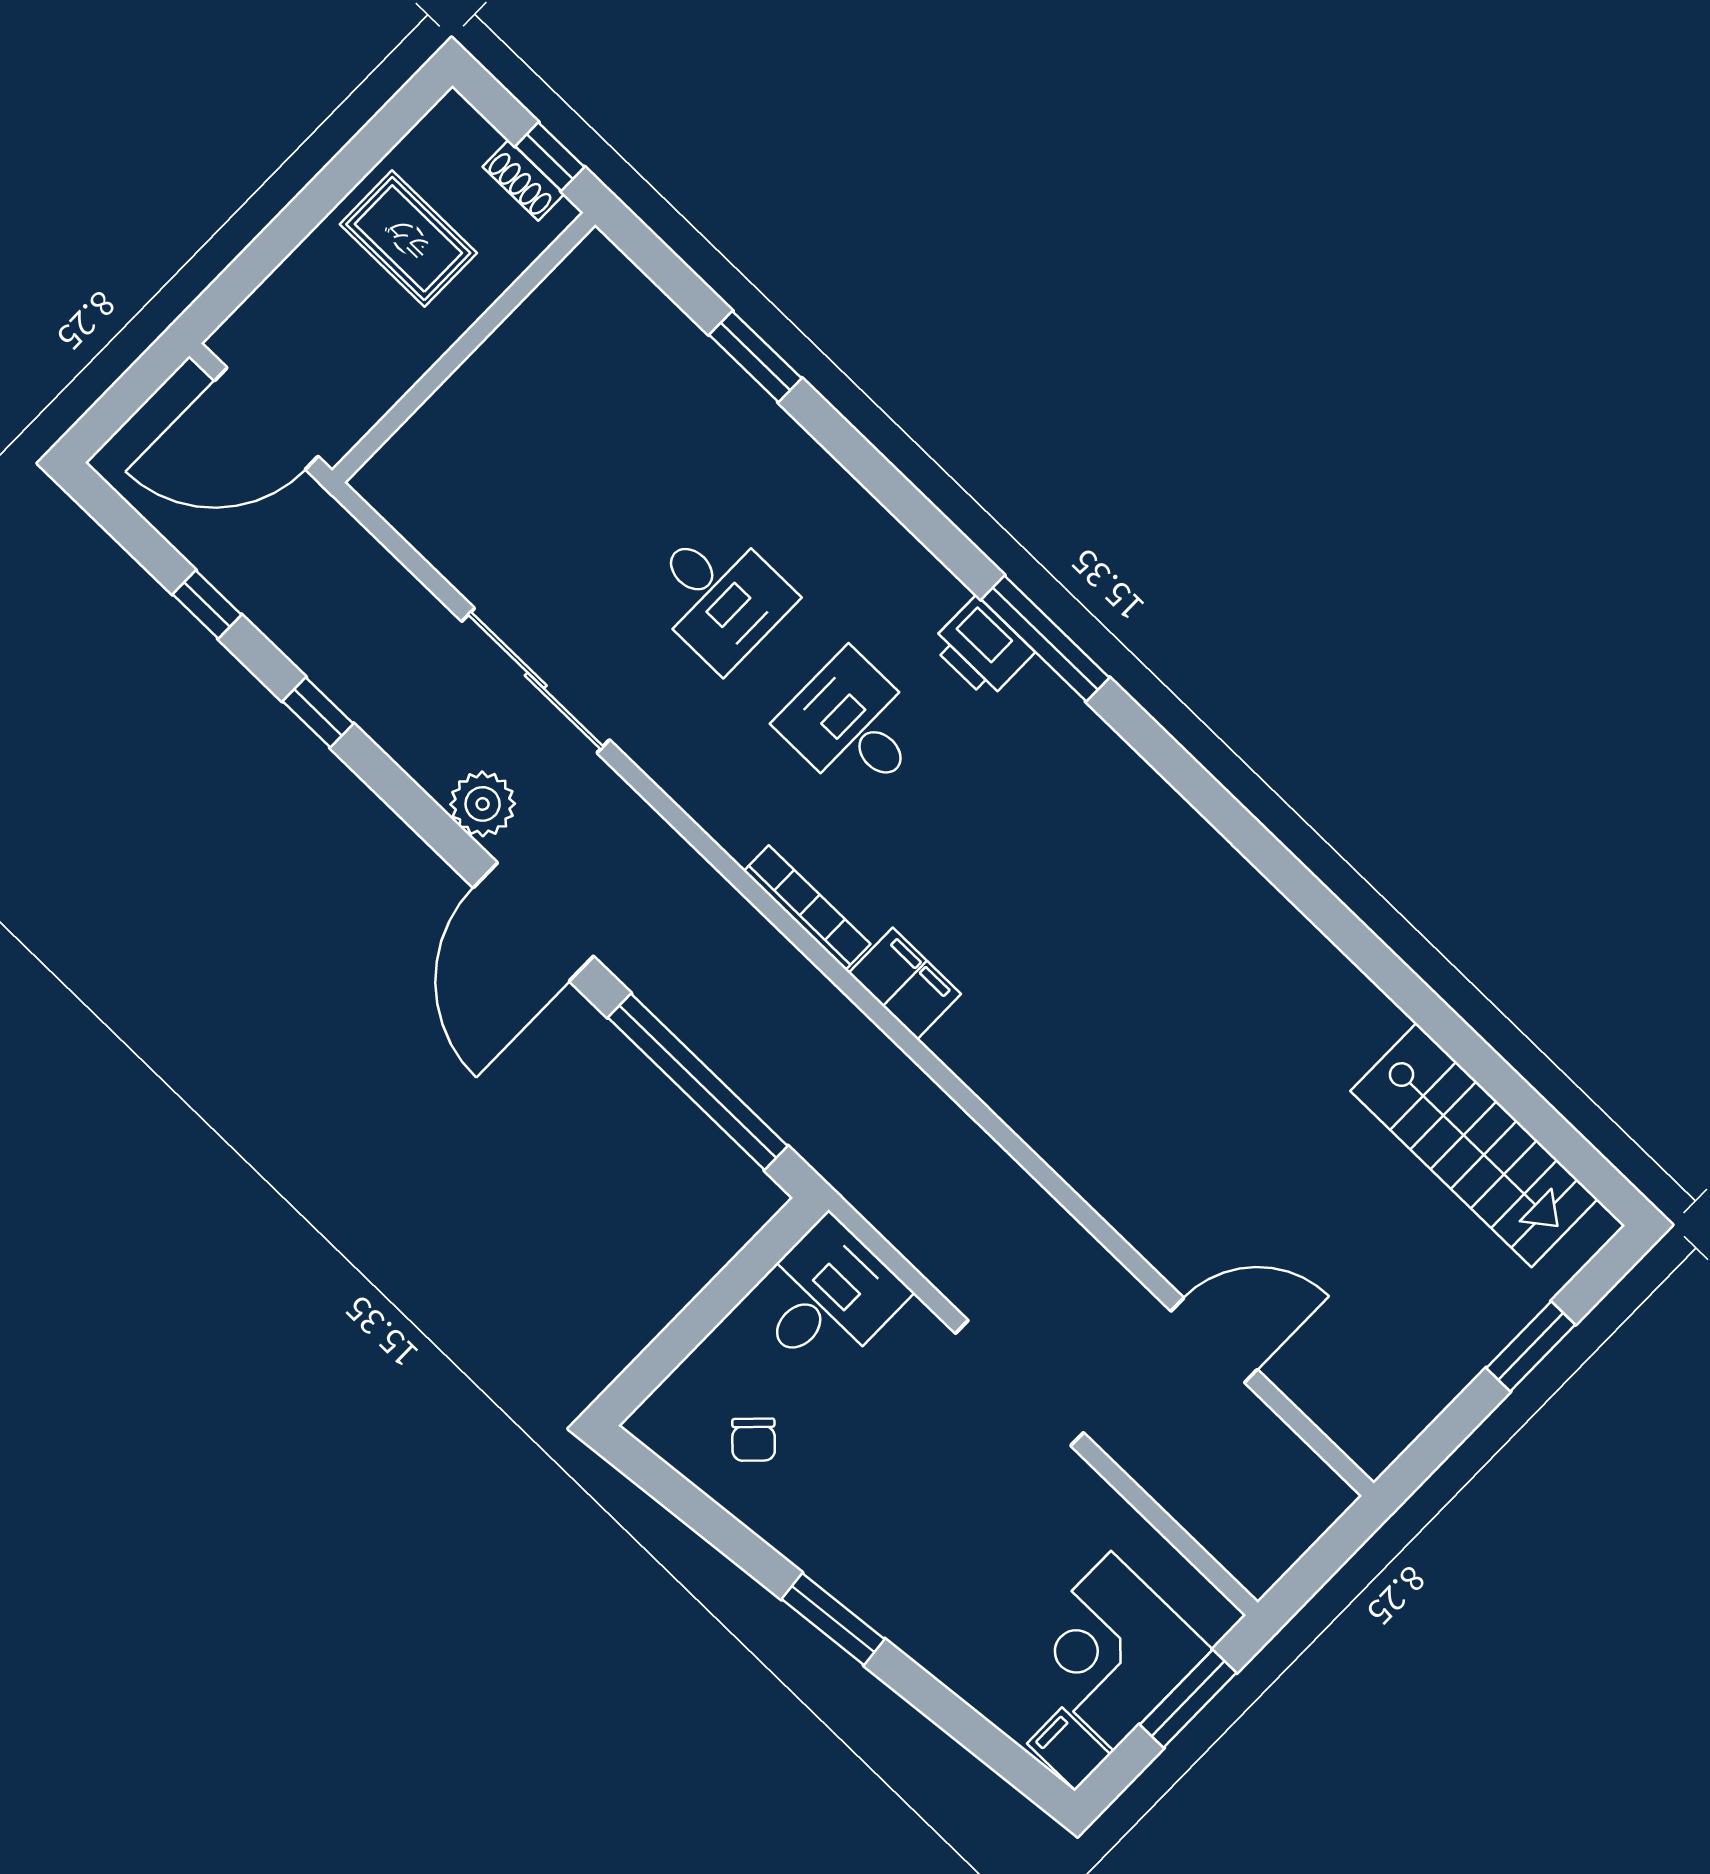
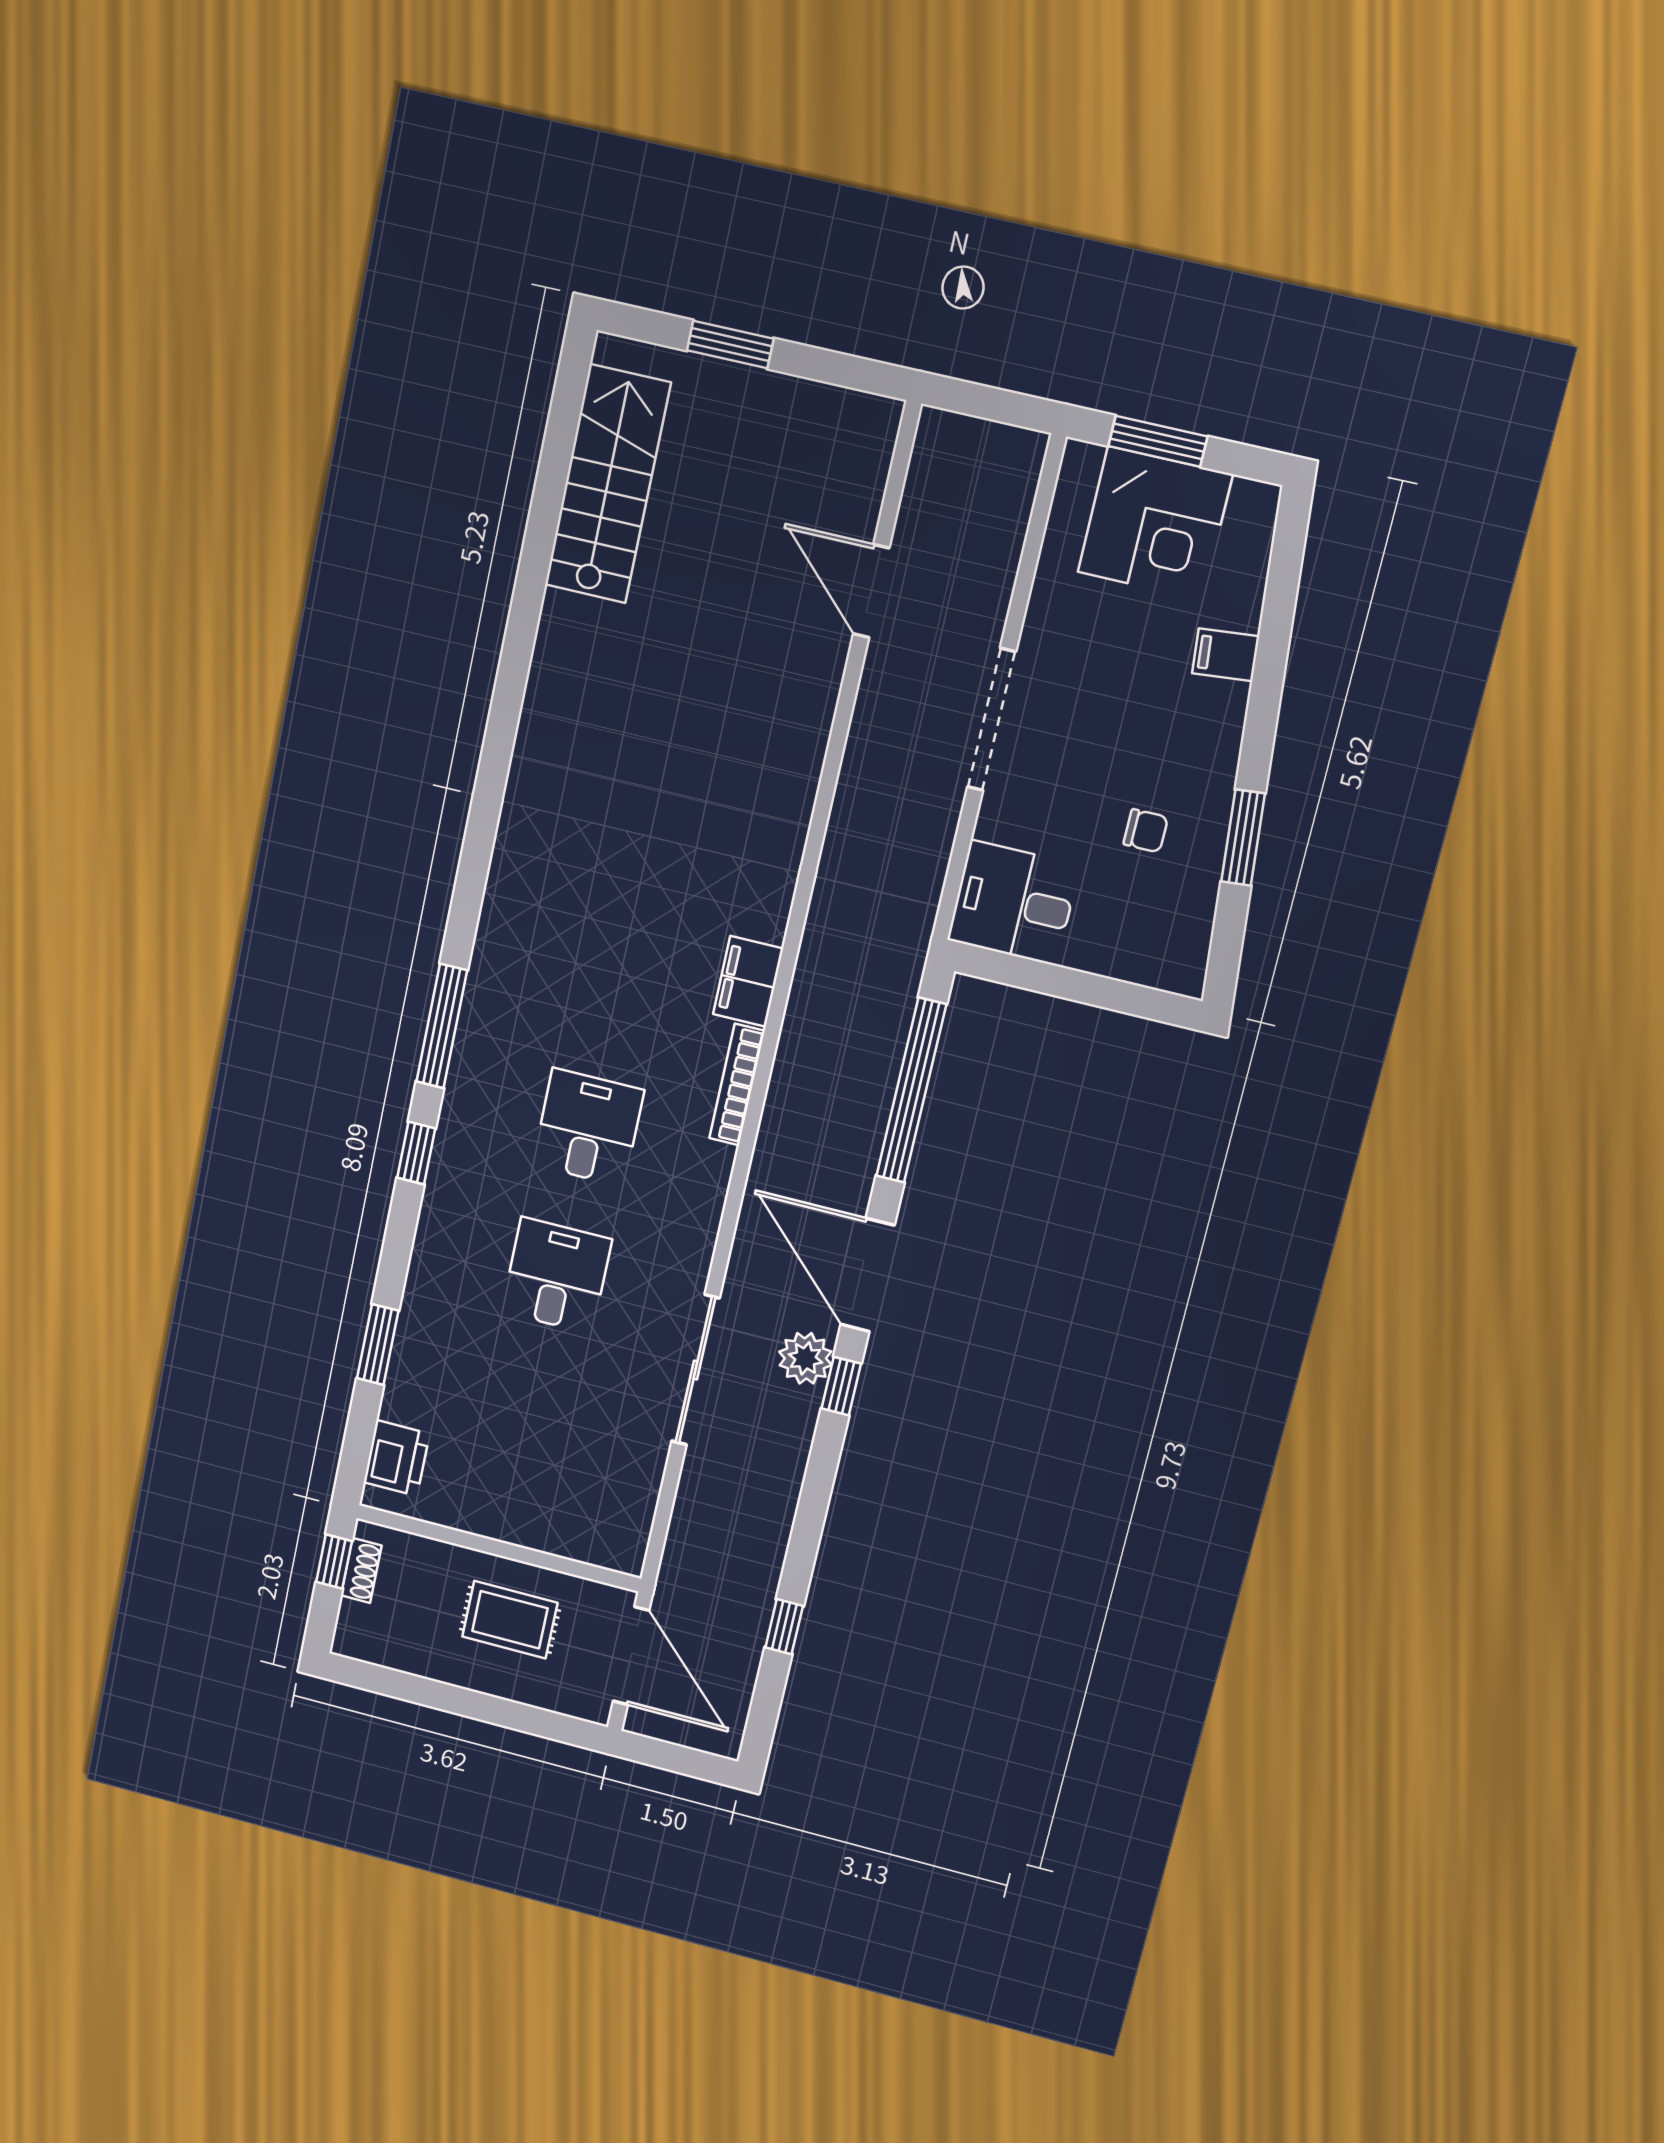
rug: (408, 239) -> (510, 1620), moved, turned 90
window: (931, 528) -> (416, 1153), added
printer: (982, 648) -> (397, 1458), moved
window: (318, 712) -> (841, 1386), moved
desk: (853, 726) -> (588, 1127), turned 180
door: (533, 922) -> (867, 1275), swing flipped
chair: (754, 1440) -> (1146, 831), moved, turned 45
window: (833, 1619) -> (1243, 838), moved
filing cabinet: (1069, 1749) -> (1226, 655), moved, turned 84

